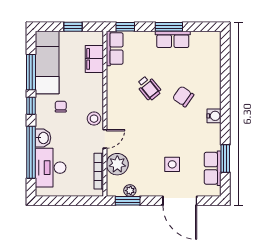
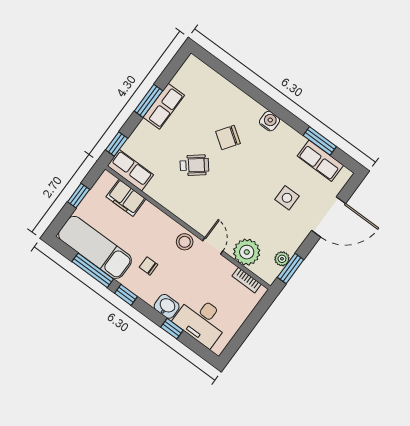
window: (31, 152) -> (172, 329), width x0.32
bookcase: (99, 171) -> (247, 280), width x0.64

